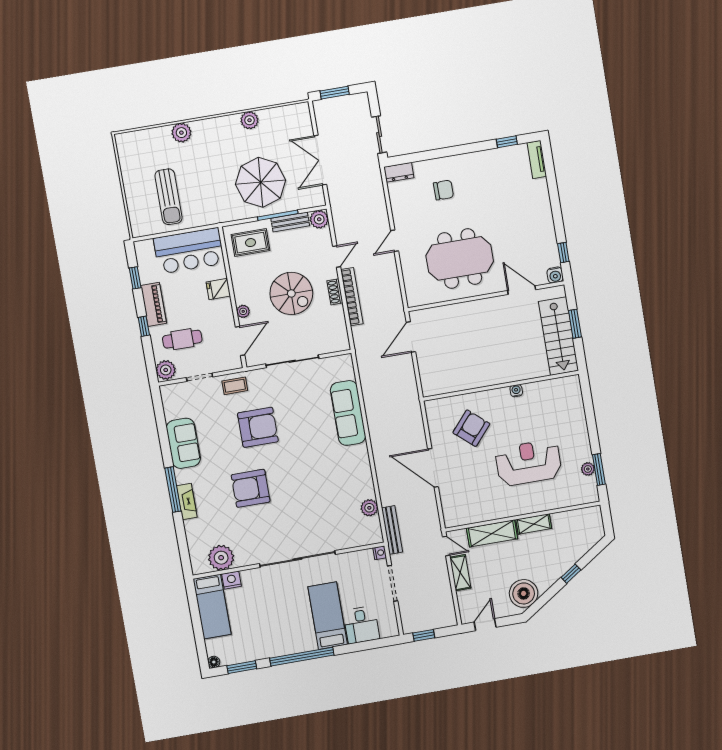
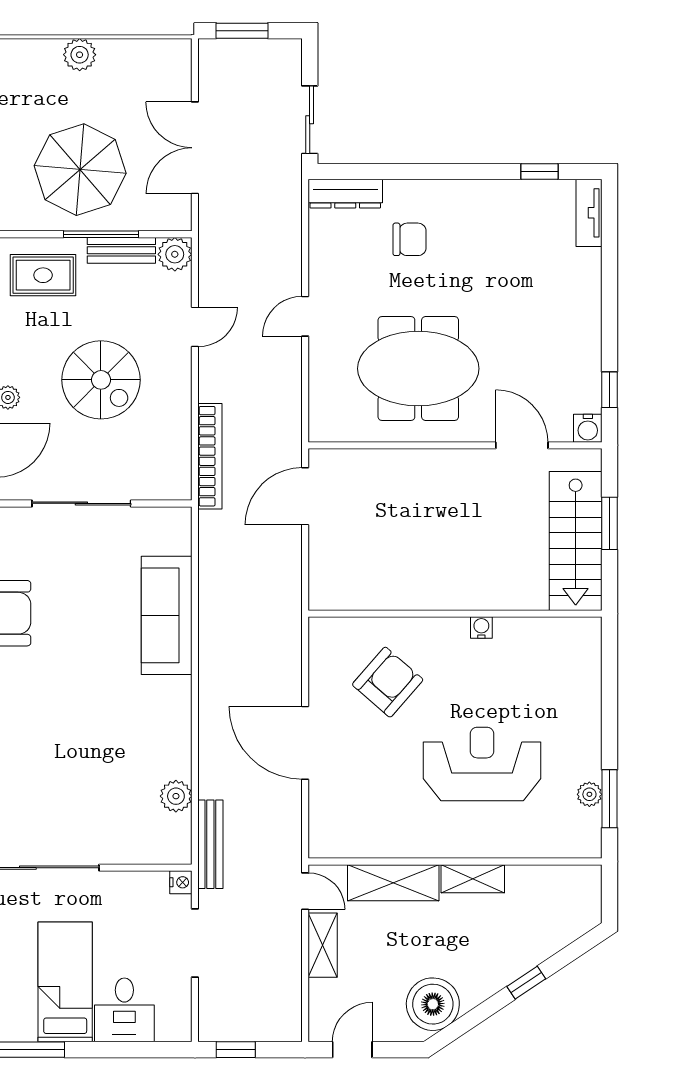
dresser: (399, 172) -> (345, 194), width x1.44
shoe rack: (335, 292) -> (181, 390), removed
bookcase: (352, 297) -> (210, 456), moved

